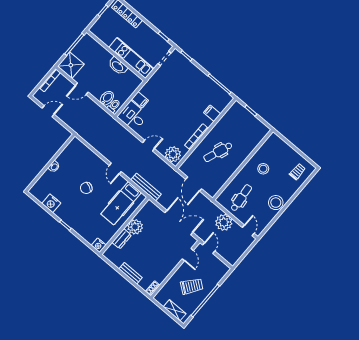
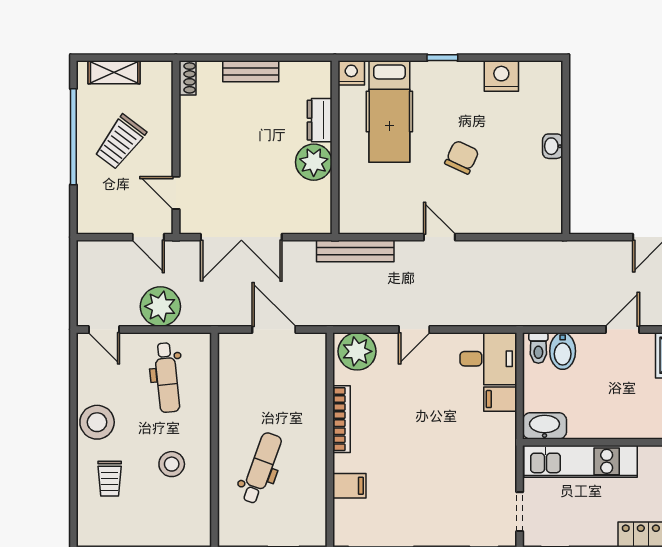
washbasin: (118, 66) -> (545, 426), moved
dental chair: (218, 152) -> (261, 468), moved
trolley: (297, 172) -> (110, 479), moved
hospital bed: (121, 203) -> (389, 112), moved, turned 180

